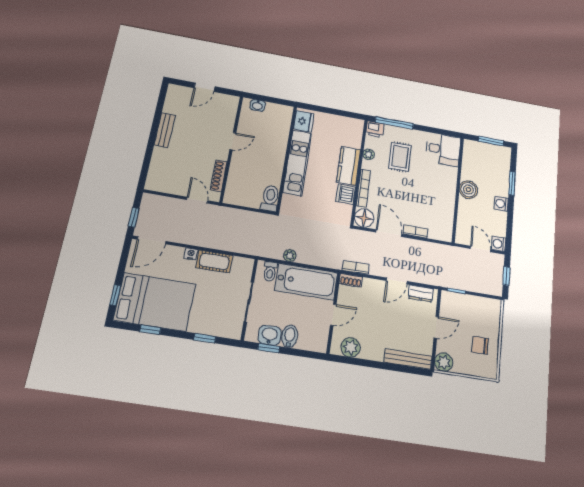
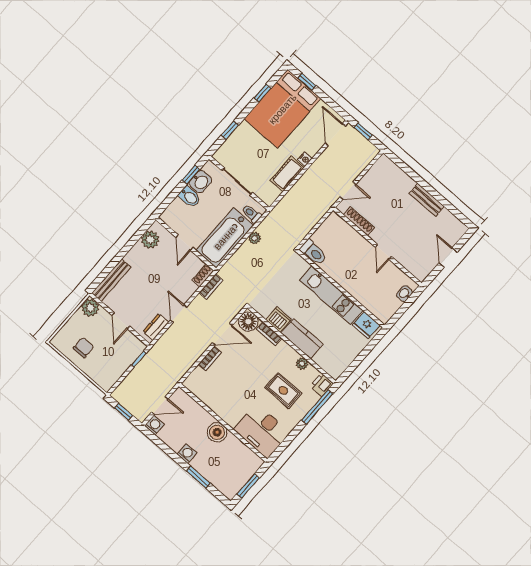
desk: (443, 150) -> (262, 431), width x1.37
bookcase: (363, 188) -> (269, 334), width x0.64

